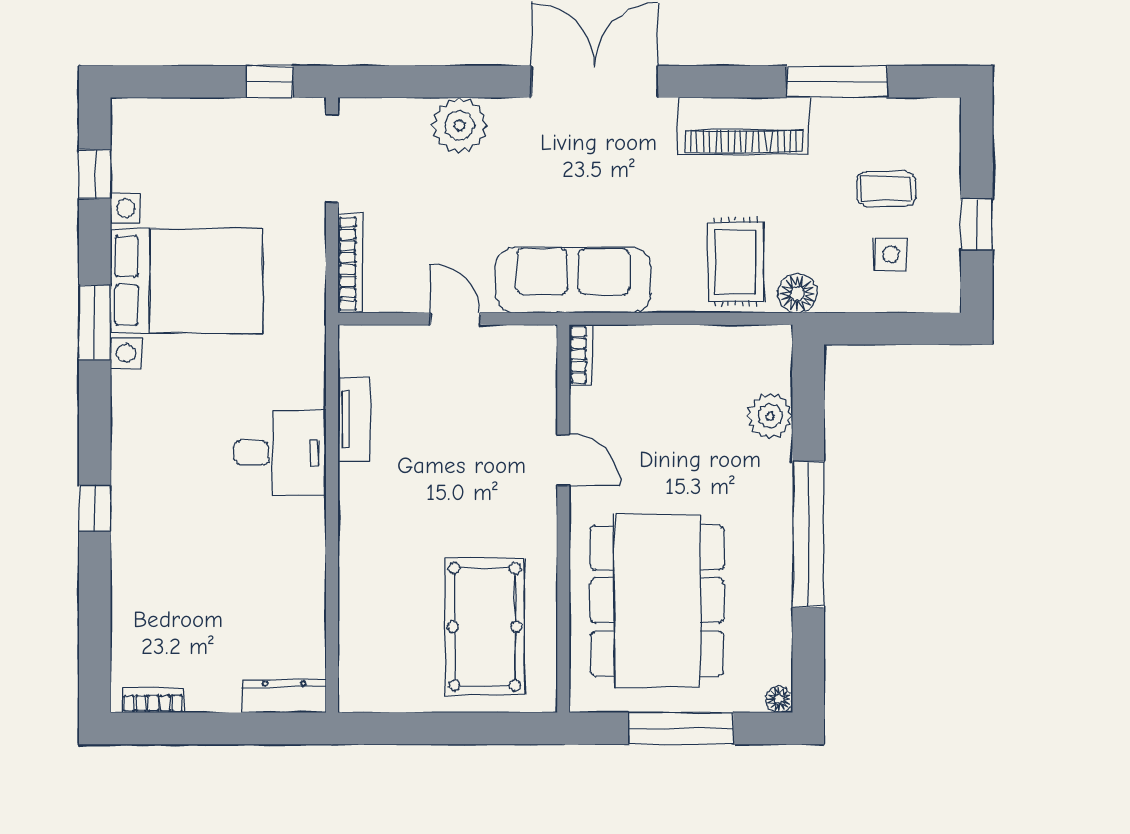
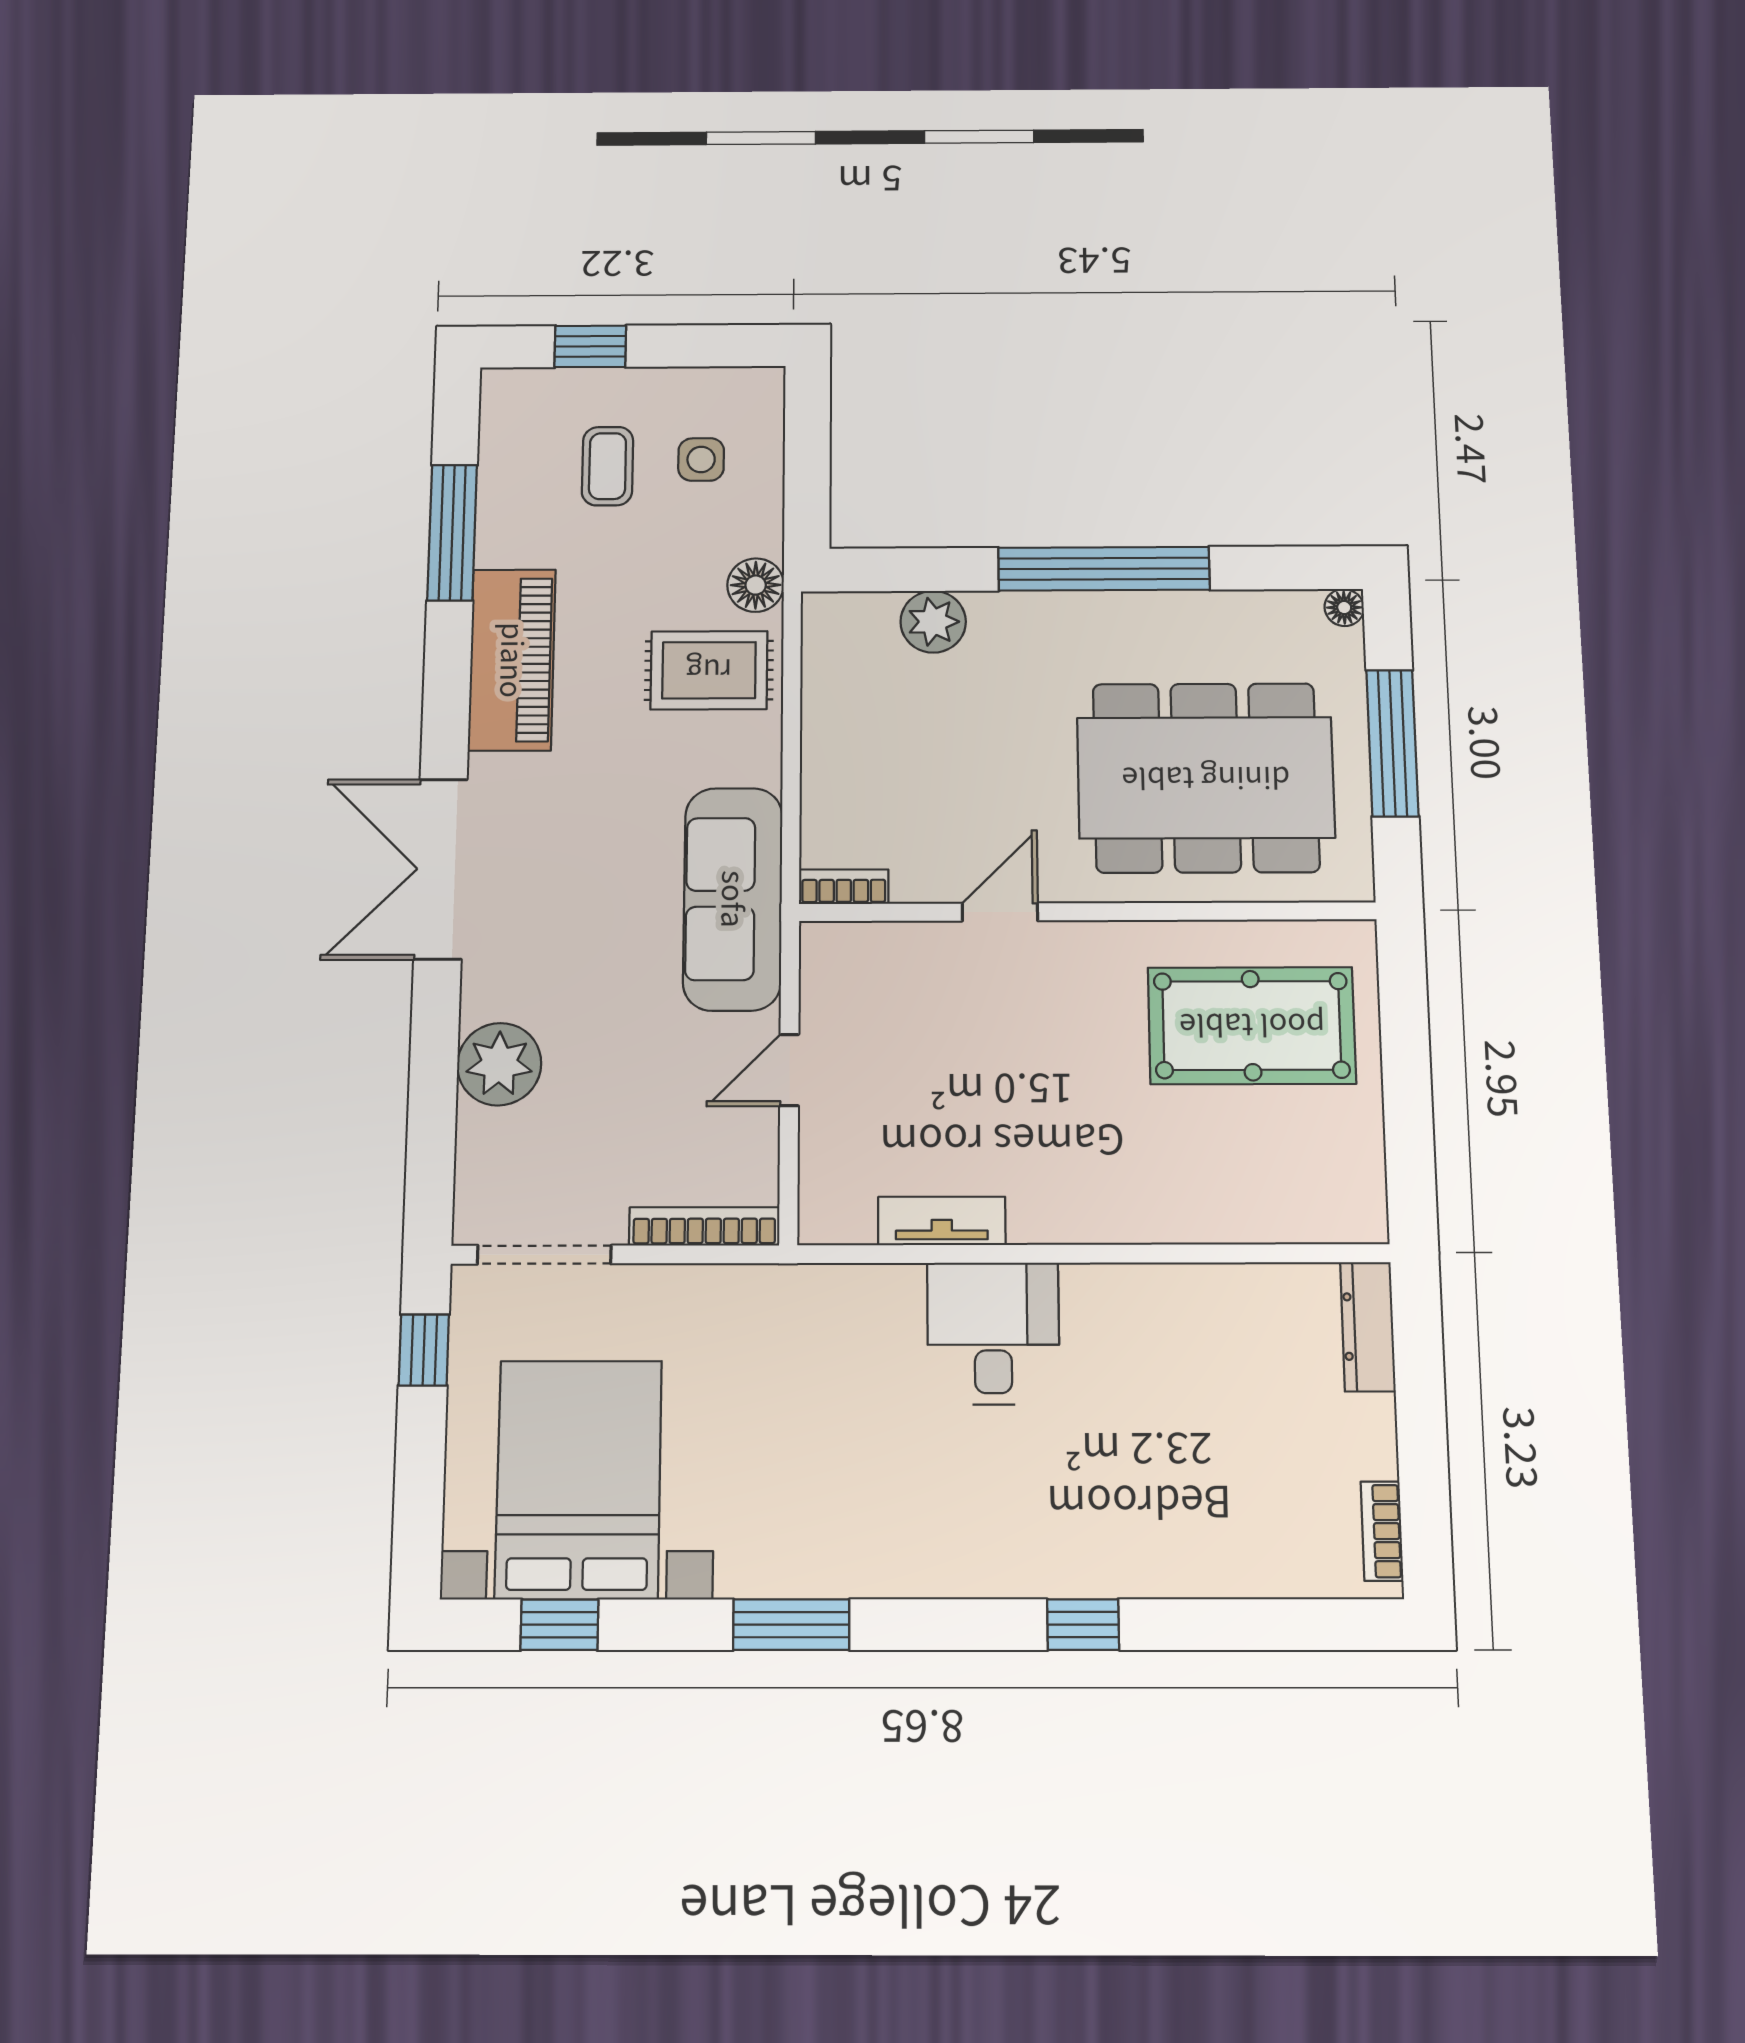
window: (977, 224) -> (590, 346), moved
bed with nightstands: (186, 281) -> (579, 1479), moved

